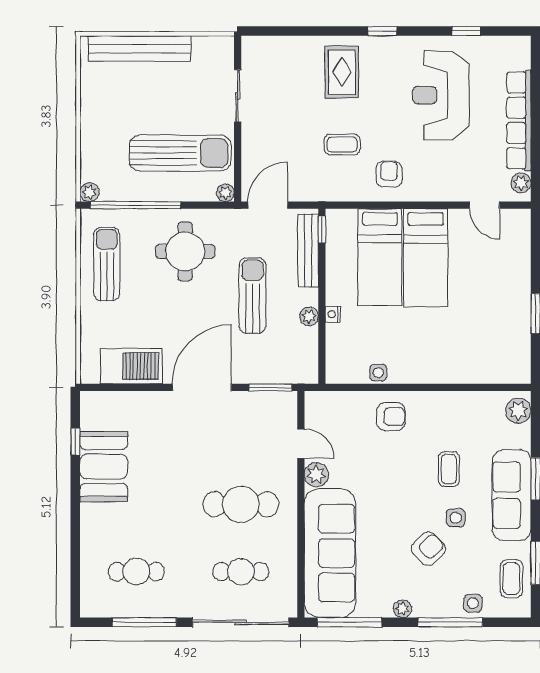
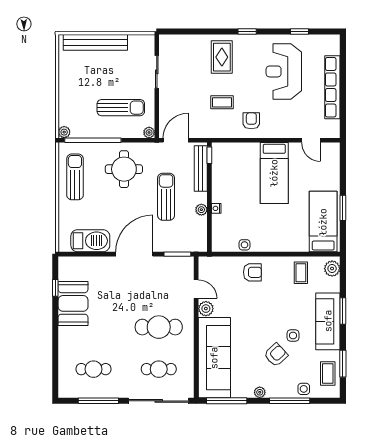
sun lounger: (180, 153) -> (121, 108), width x0.73, depth x0.75
plant: (521, 183) -> (334, 126), removed
bed: (380, 257) -> (323, 222), moved, turned 180
coffee table: (449, 469) -> (301, 273), moved

